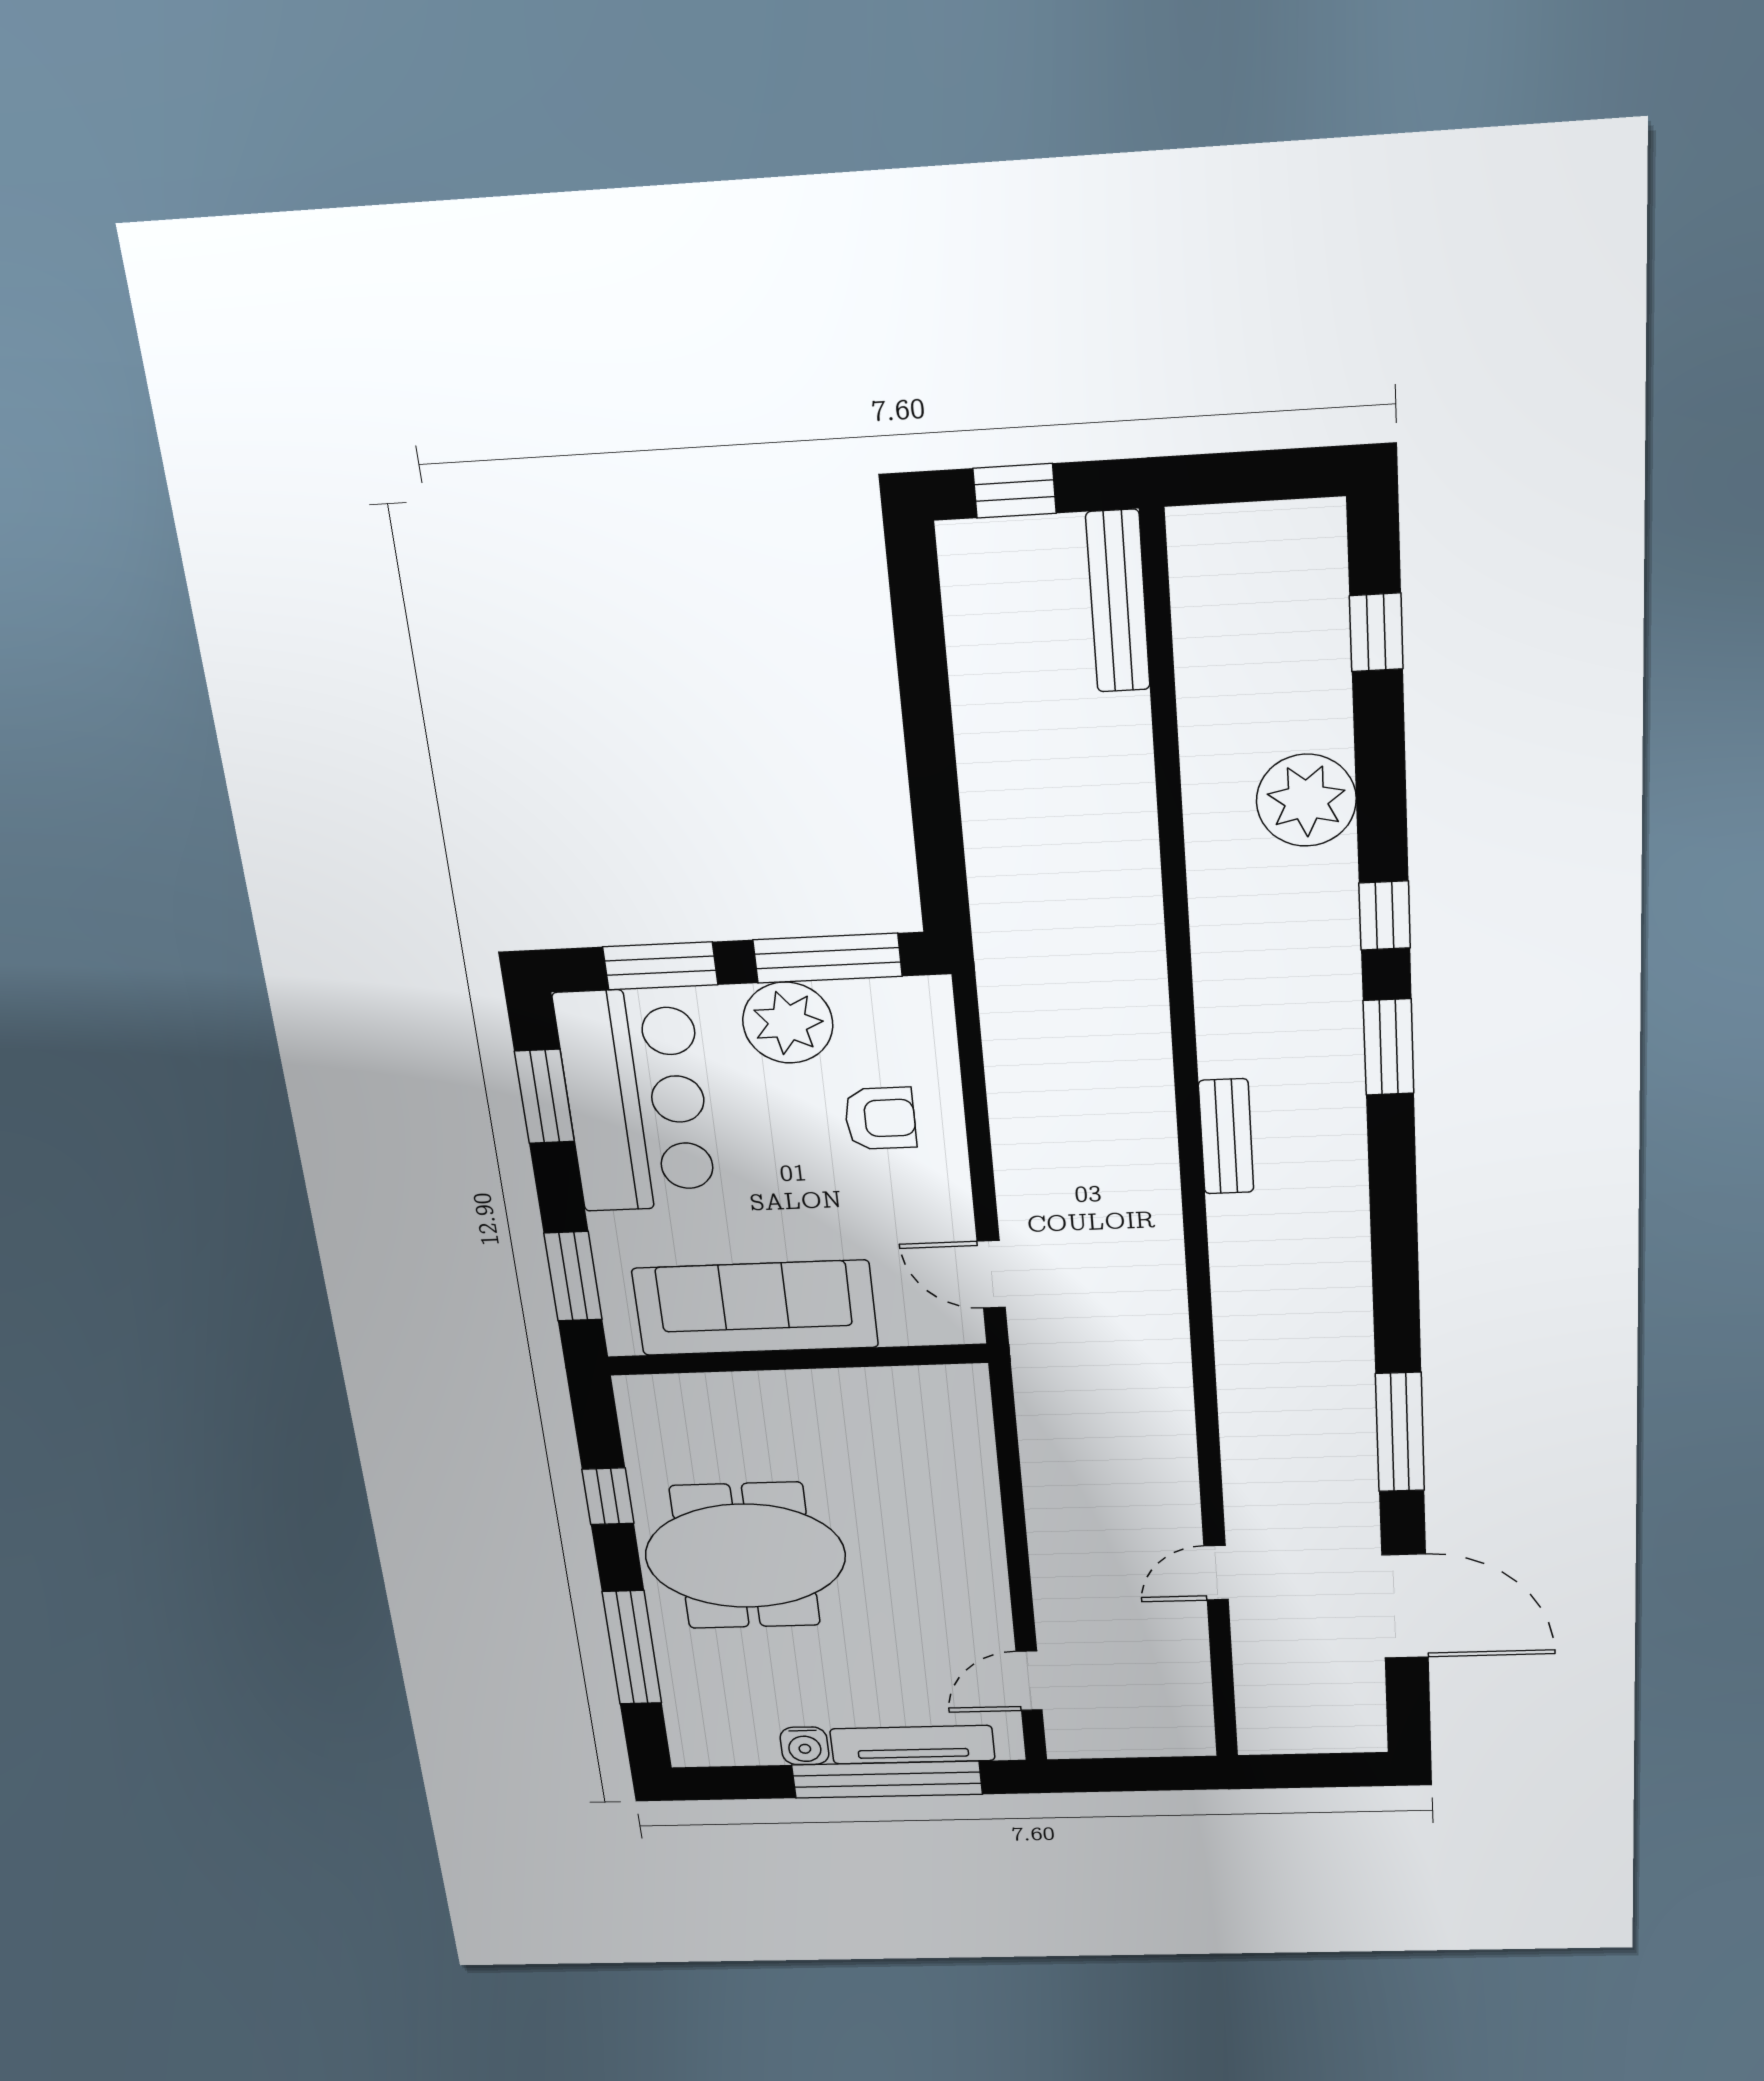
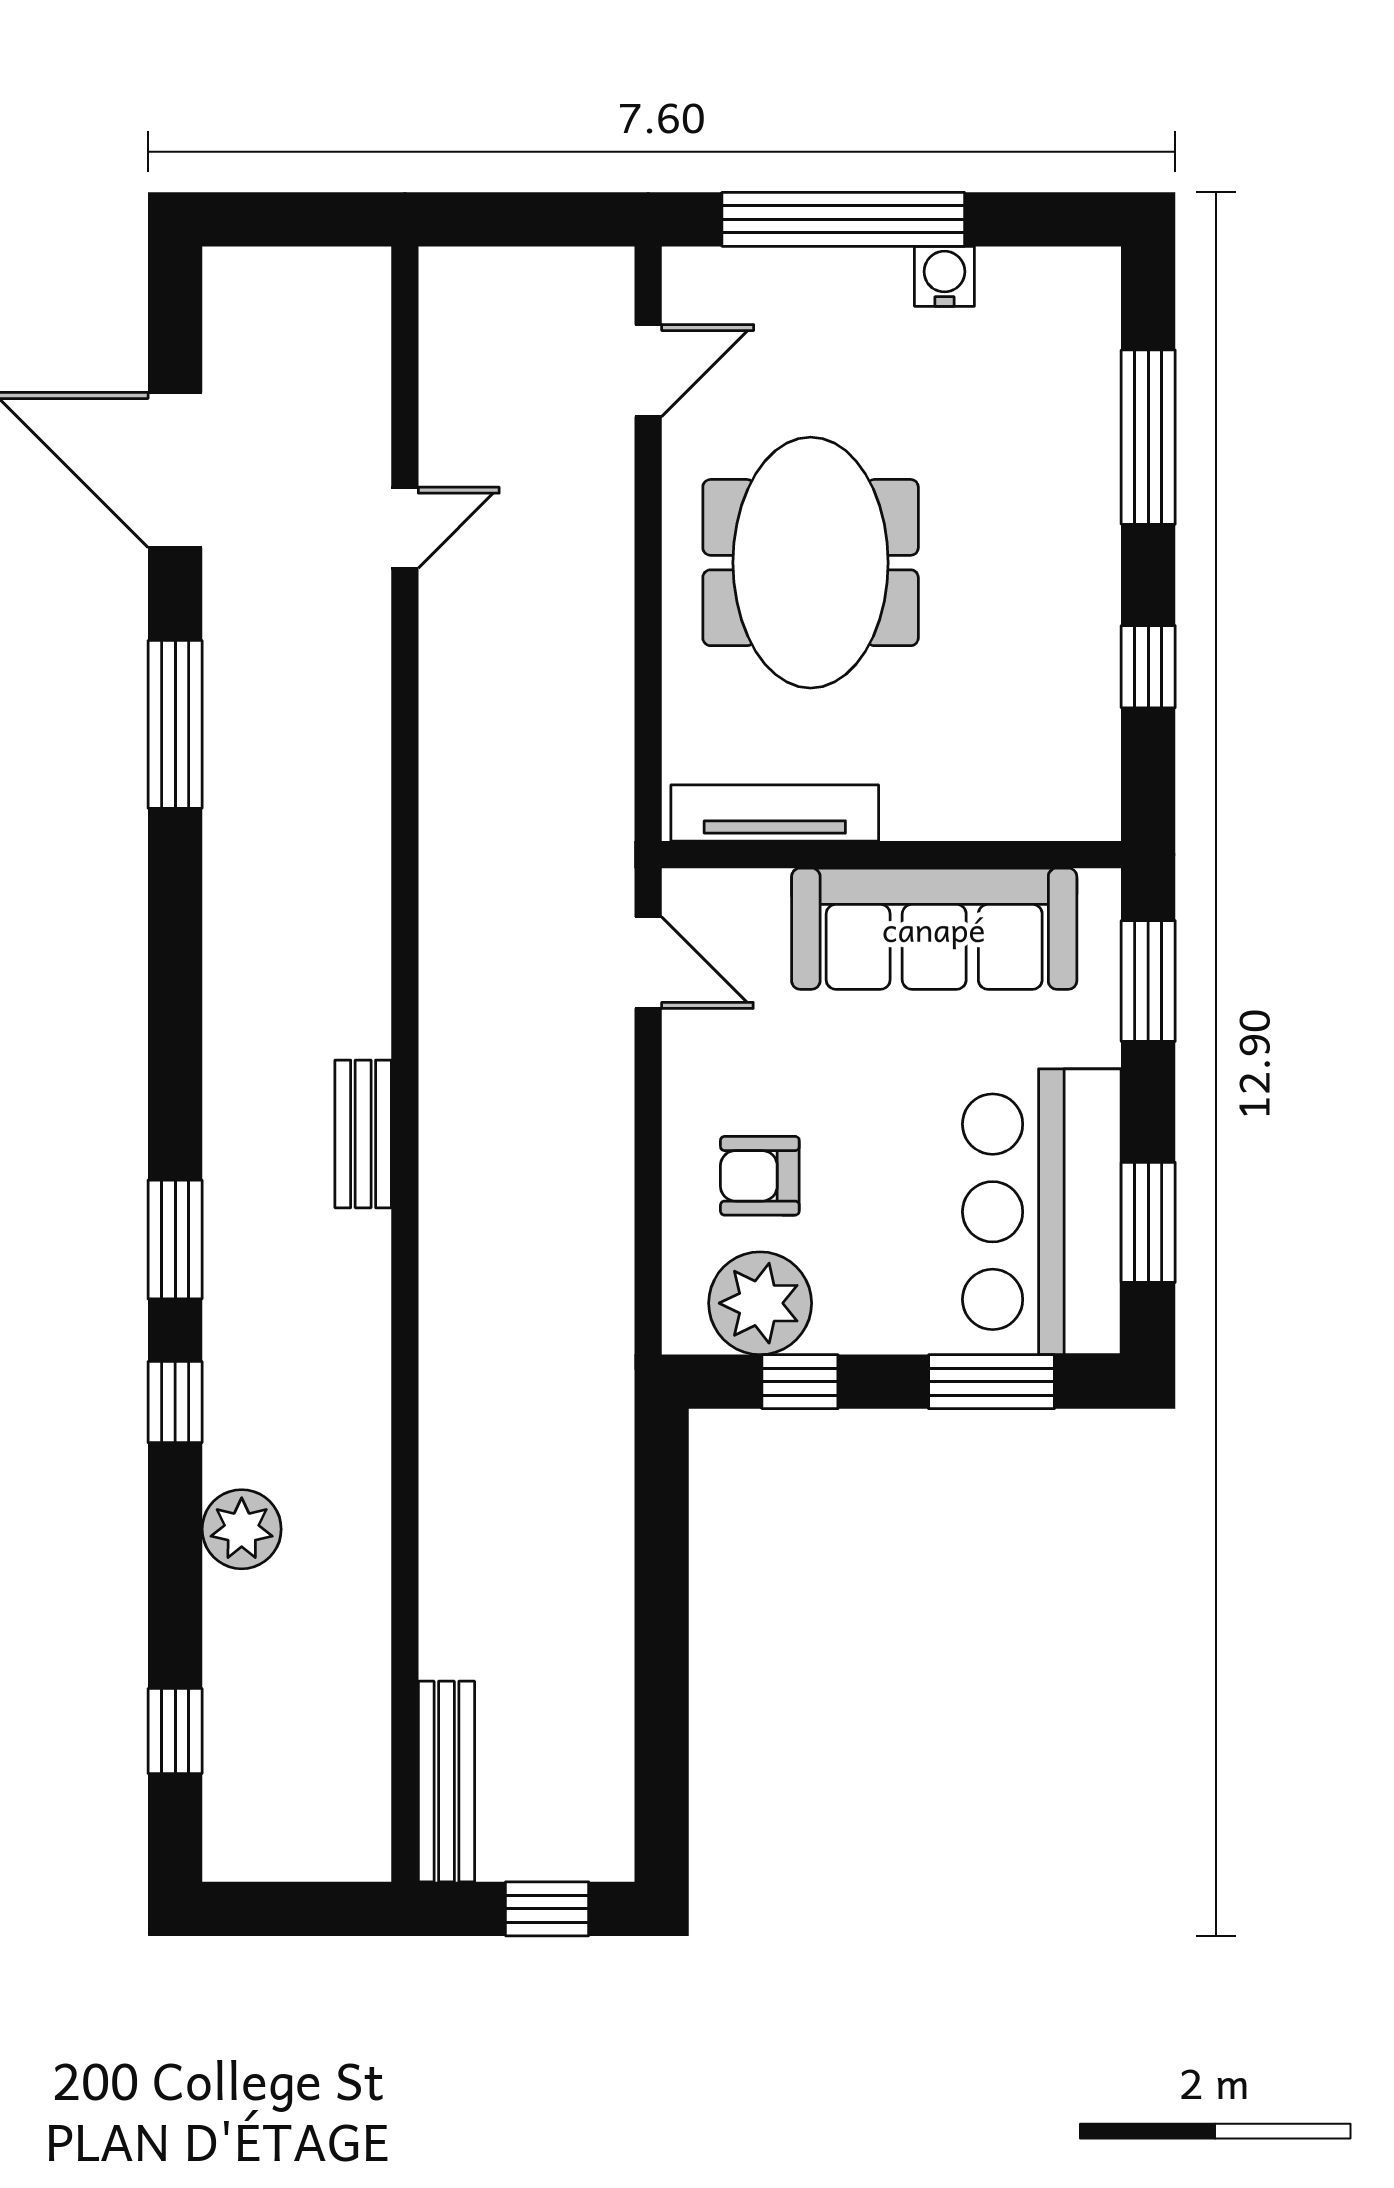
plant: (1306, 800) -> (242, 1529), width x0.73, depth x0.73
window: (828, 958) -> (800, 1382), width x0.46
plant: (788, 1023) -> (760, 1303), moved
meeting table: (745, 1556) -> (811, 563), moved, turned 90
tv unit: (912, 1745) -> (775, 813), moved, turned 180

